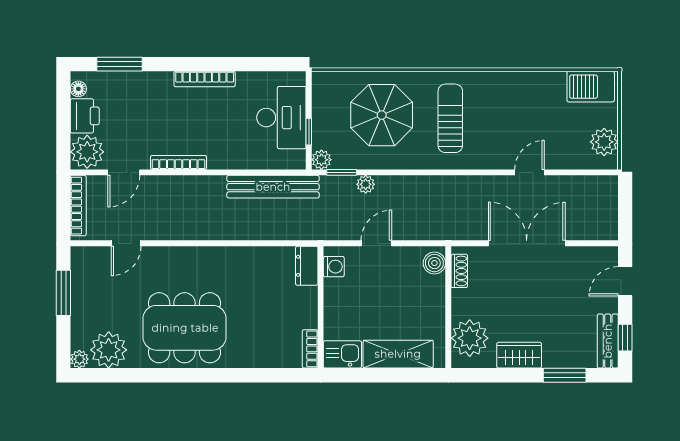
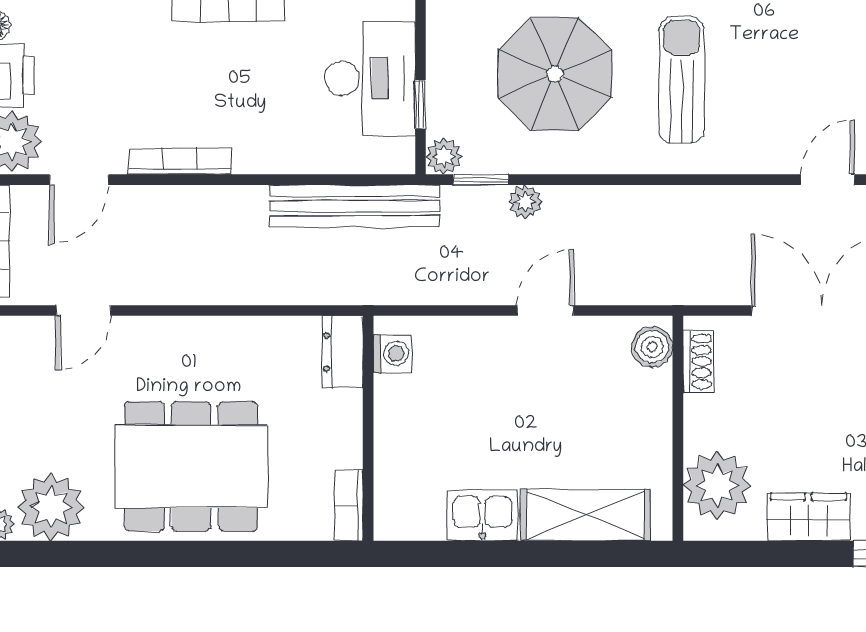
dresser: (307, 266) -> (343, 352), moved
washing machine: (334, 267) -> (392, 353), moved
wall: (321, 307) -> (368, 428), moved
bookcase: (310, 349) -> (349, 505), moved

